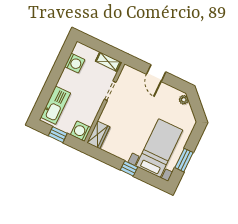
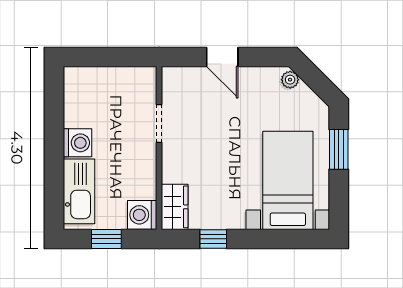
shelving: (108, 62) -> (132, 76), removed
washing machine: (75, 63) -> (78, 143), moved
window: (184, 160) -> (339, 149), moved
window: (129, 169) -> (213, 239), moved

